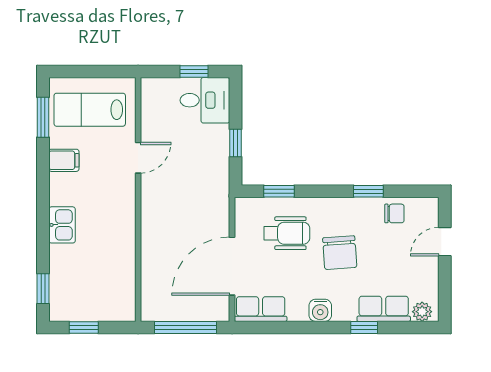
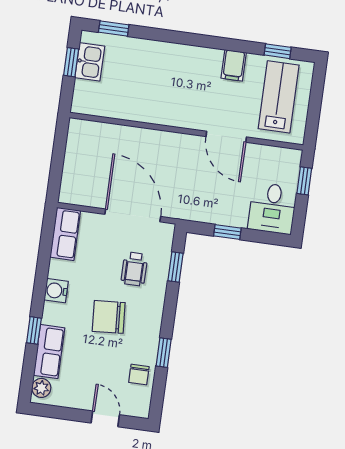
window: (194, 71) -> (304, 181), moved
window: (43, 117) -> (278, 51), width x0.67
door: (138, 158) -> (226, 137), width x1.38
kitchen sink: (62, 225) -> (90, 62), moved, turned -90
wheelchair: (287, 233) -> (134, 269), width x0.73, depth x0.73
door: (232, 266) -> (133, 215), moved
window: (185, 327) -> (58, 160), removed

